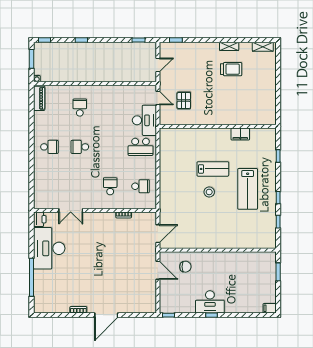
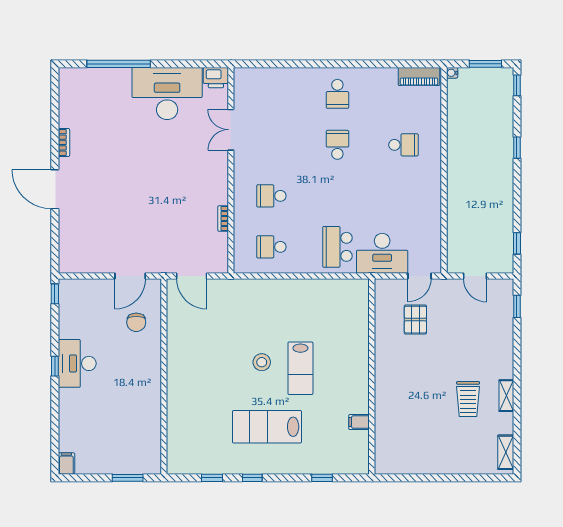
pallet: (184, 100) -> (415, 320), turned 90
filing cabinet: (240, 134) -> (359, 422), width x0.50
school desk: (110, 186) -> (271, 196), turned 180
school desk: (141, 186) -> (271, 247), turned 90

